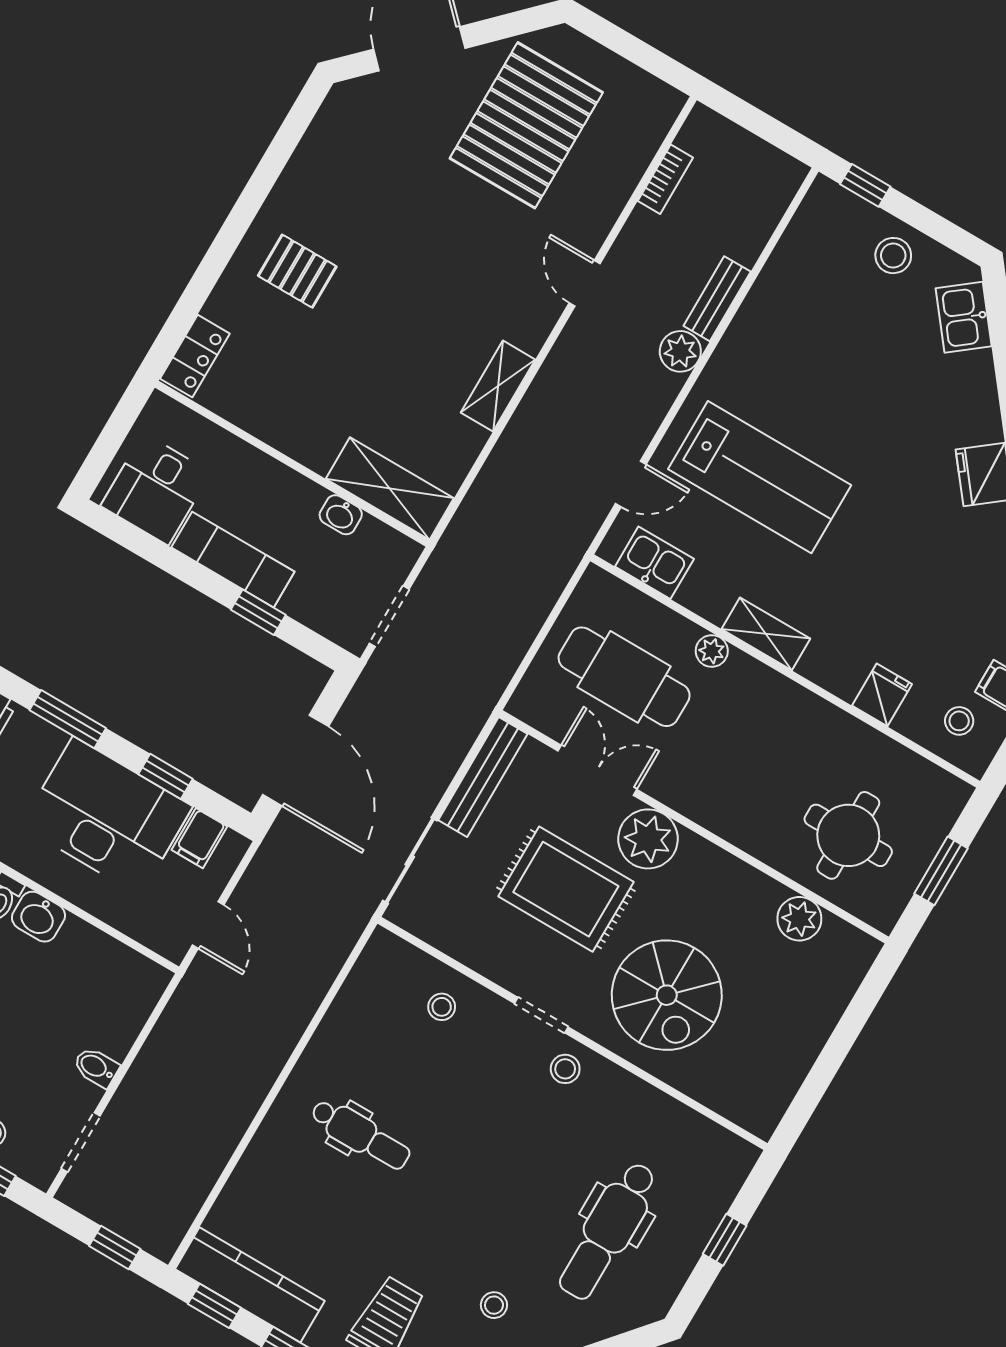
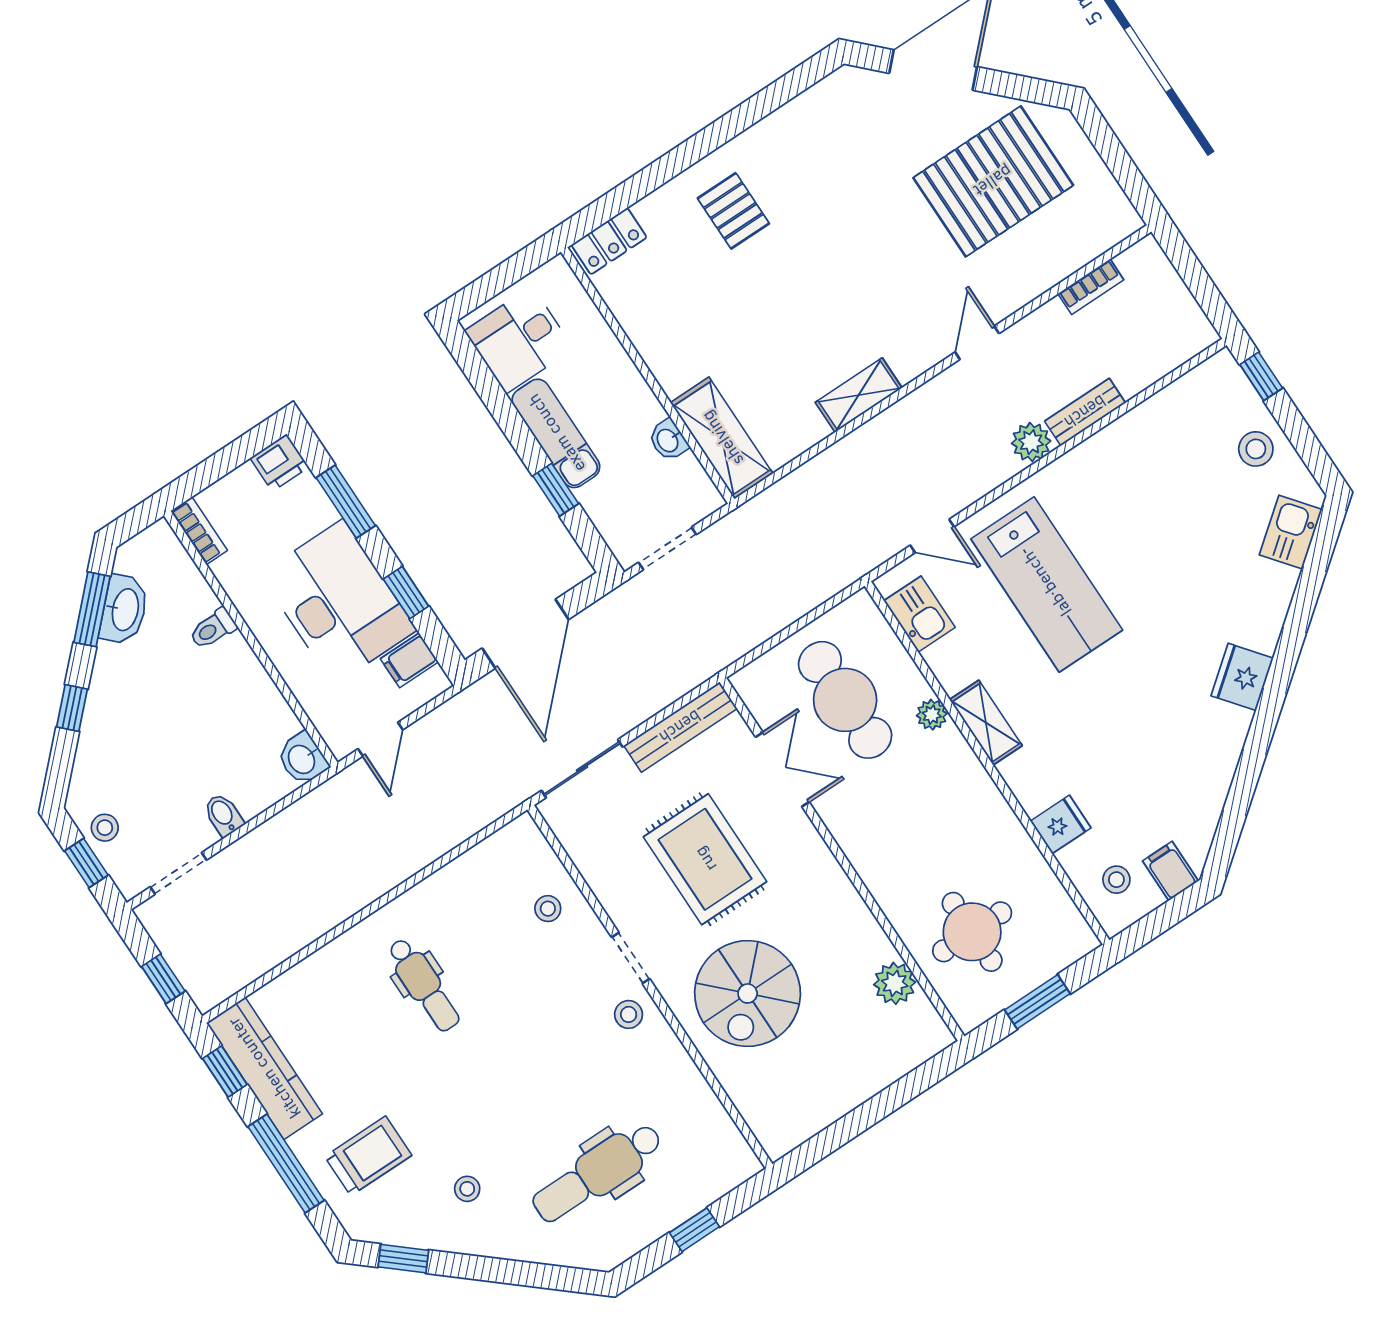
plant: (648, 839) -> (797, 850), removed
washbasin: (38, 917) -> (302, 759), moved

